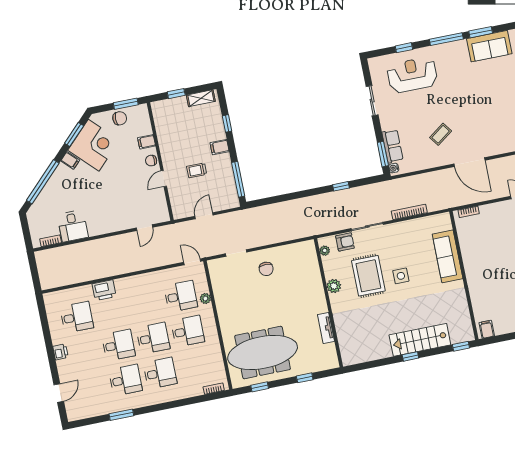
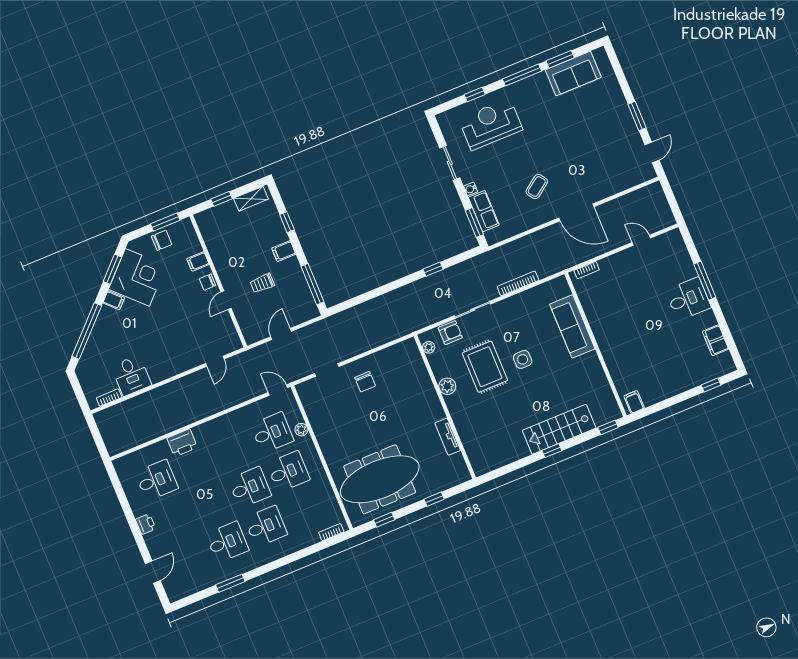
water cooler: (394, 168) -> (471, 189), moved
desk: (118, 345) -> (211, 503), removed

